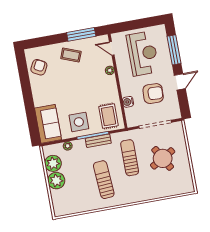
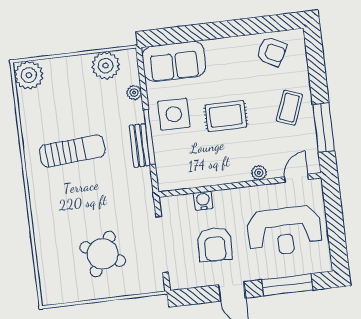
rug: (108, 116) -> (226, 116), moved
sun lounger: (130, 158) -> (107, 197), removed
round table: (163, 158) -> (103, 254), turned -32
plant: (56, 181) -> (29, 75), moved

